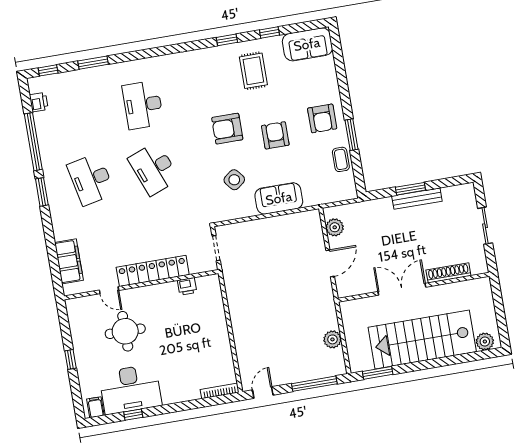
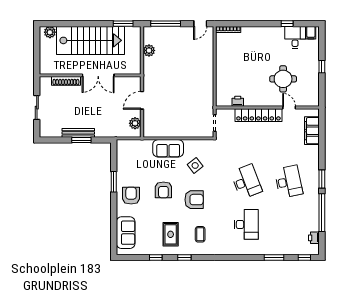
sofa: (307, 44) -> (126, 233), moved, turned 90
coffee table: (341, 159) -> (200, 234), moved
desk: (130, 389) -> (295, 37), width x0.53, depth x0.77

